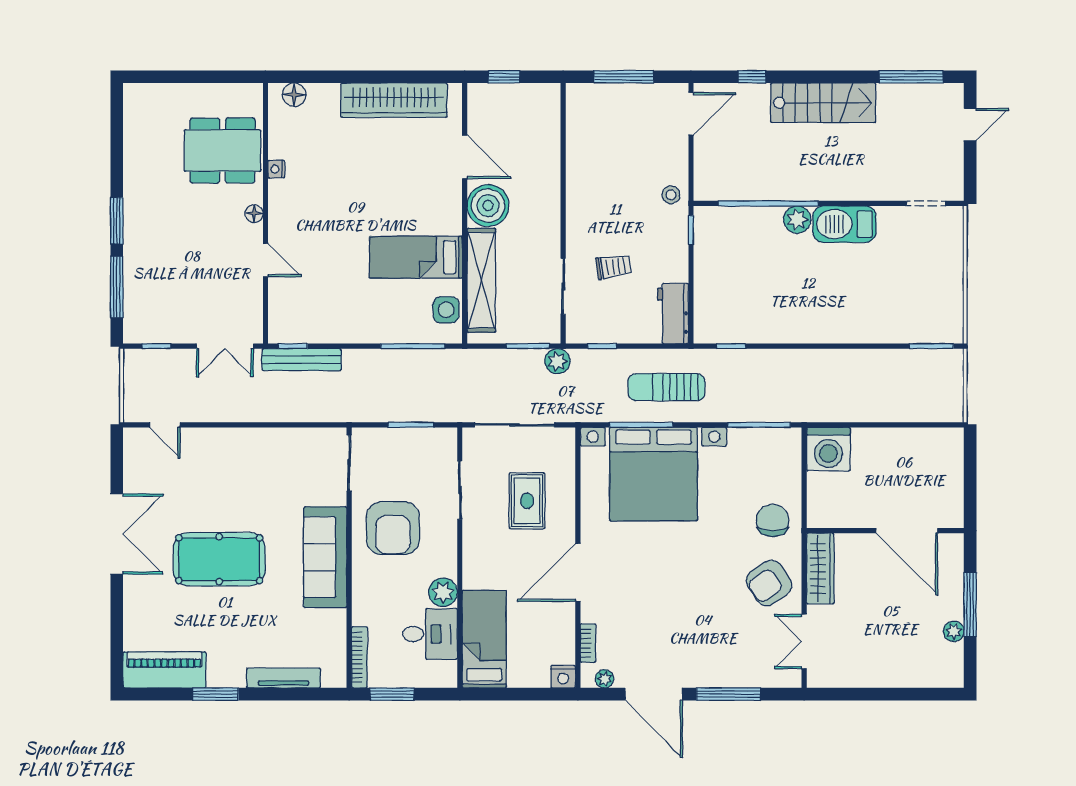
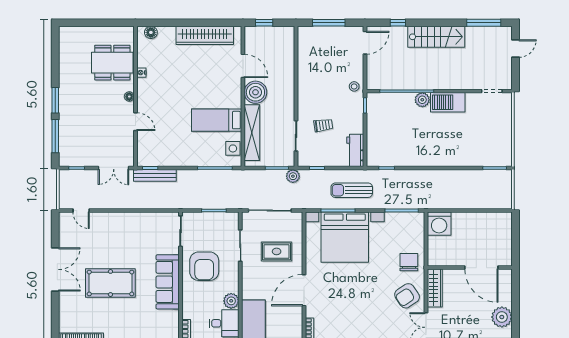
rug: (527, 501) -> (277, 251), turned 90
window: (970, 604) -> (516, 307), removed
plant: (954, 631) -> (502, 317), width x1.88, depth x1.88

